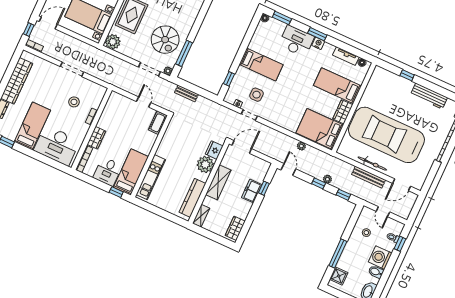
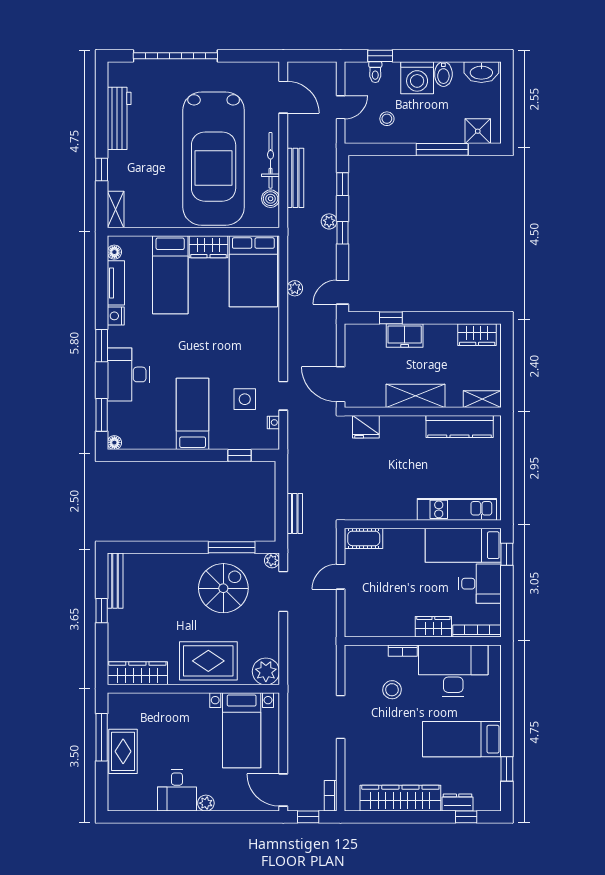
nightstand: (318, 43) -> (116, 316), moved
shelving: (383, 73) -> (116, 209), added
desk: (57, 145) -> (453, 671), moved, turned -90
boiler: (353, 155) -> (271, 199), added
plant: (205, 164) -> (396, 430), removed
bench: (369, 177) -> (295, 178), moved

